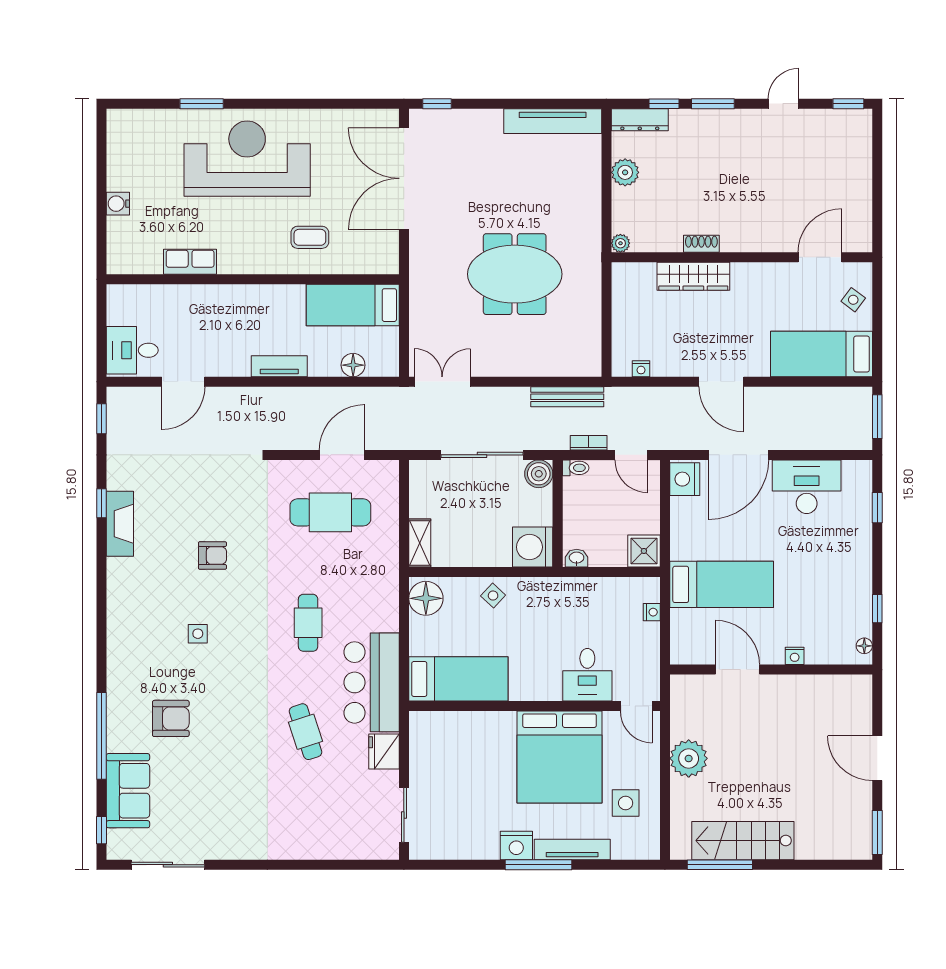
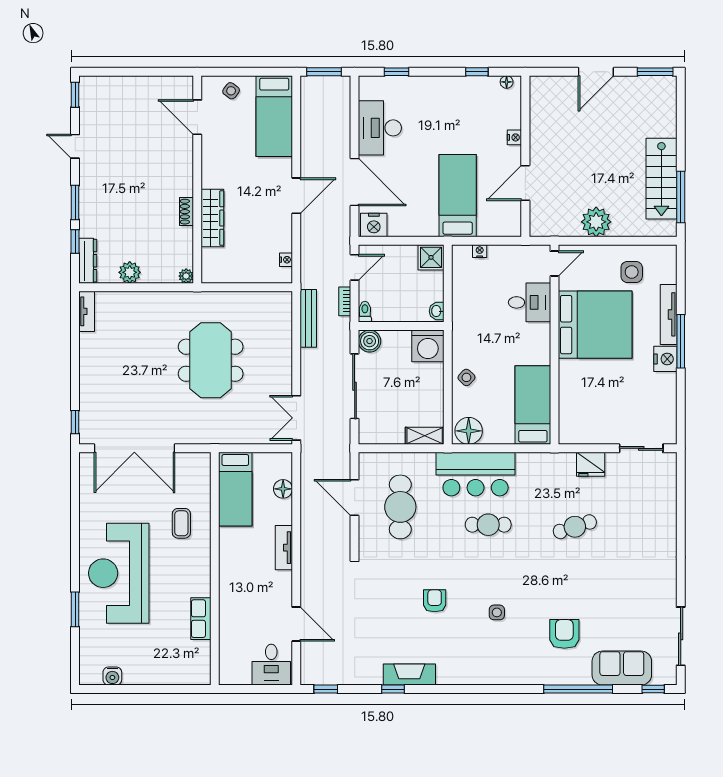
tv unit: (553, 121) -> (87, 311), width x0.52, depth x0.78
water cooler: (118, 204) -> (112, 676), moved
bar counter: (372, 682) -> (476, 474), moved

